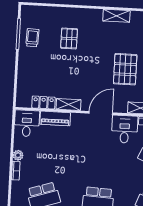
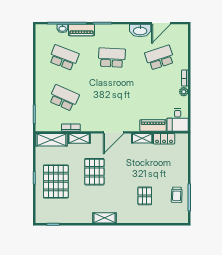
desk: (125, 129) -> (92, 119), removed

